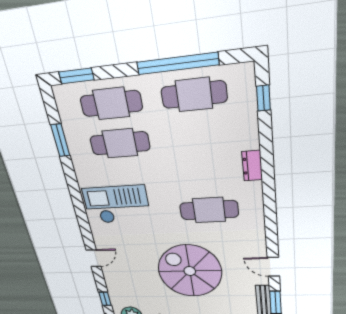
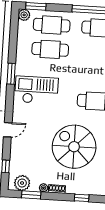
plant: (62, 94) -> (24, 15), added
window: (60, 140) -> (11, 74), moved

